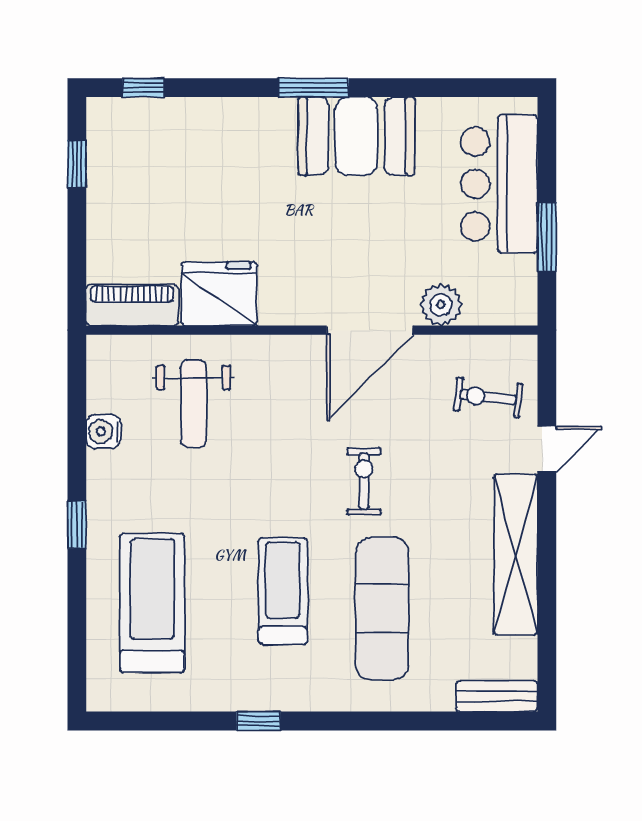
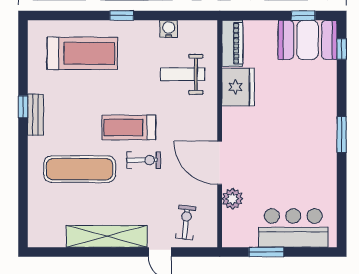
booth: (356, 136) -> (308, 40), moved, turned 90
treadmill: (283, 591) -> (129, 127), moved, turned 180
bench: (497, 696) -> (35, 115), moved

